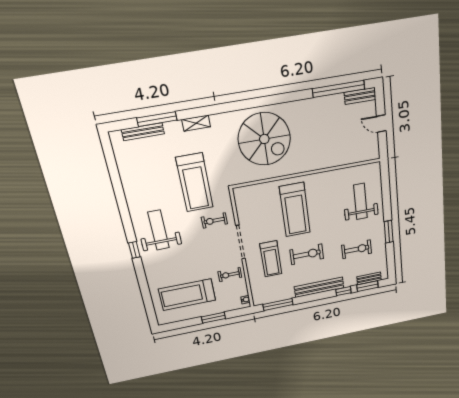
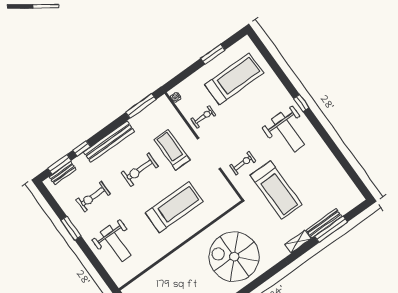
bench: (143, 132) -> (324, 223), moved
treadmill: (195, 183) -> (276, 190), turned 180
treadmill: (295, 210) -> (174, 207), turned 90
window: (213, 318) -> (213, 54), moved

